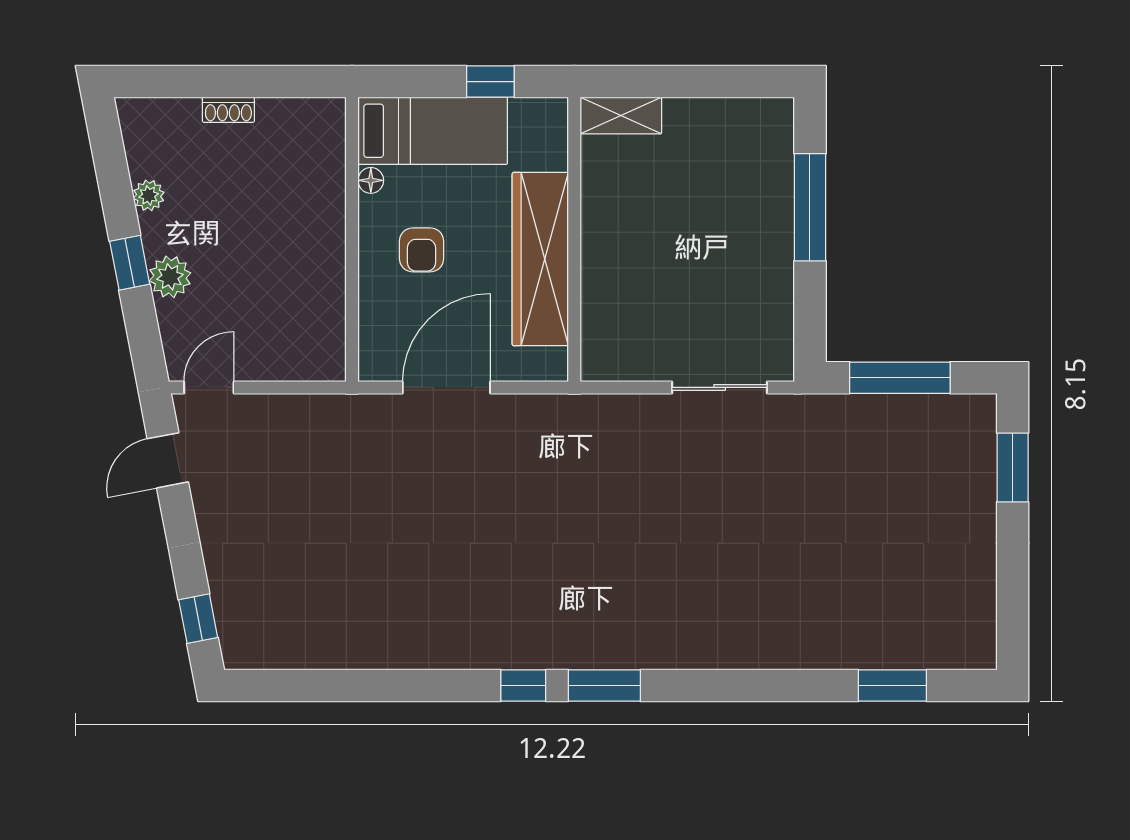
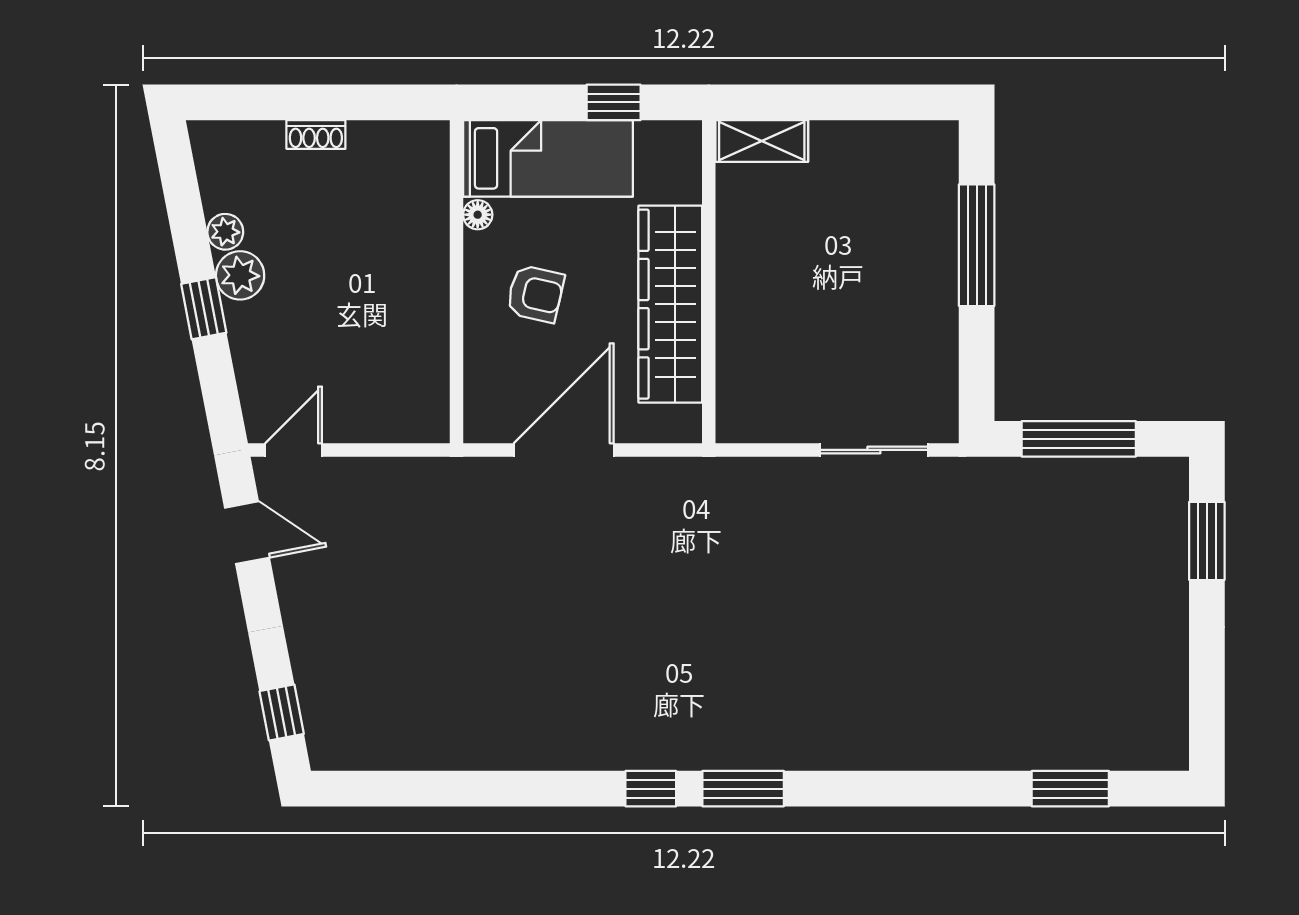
armchair: (422, 250) -> (535, 294), turned -77
plant: (170, 277) -> (240, 275), moved
door: (168, 460) -> (247, 533), swing flipped

